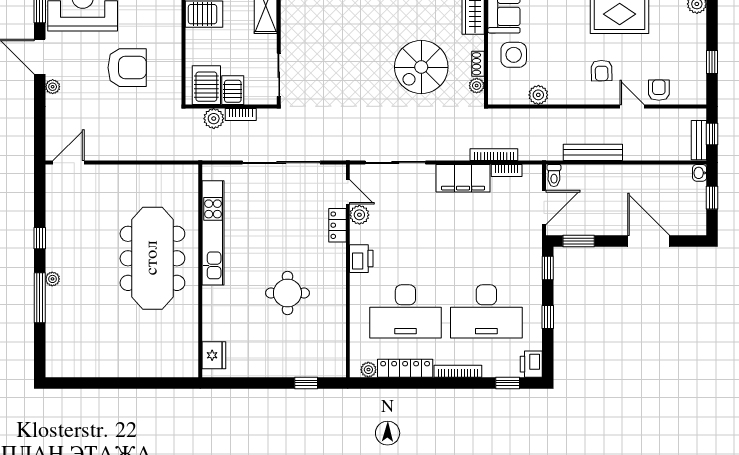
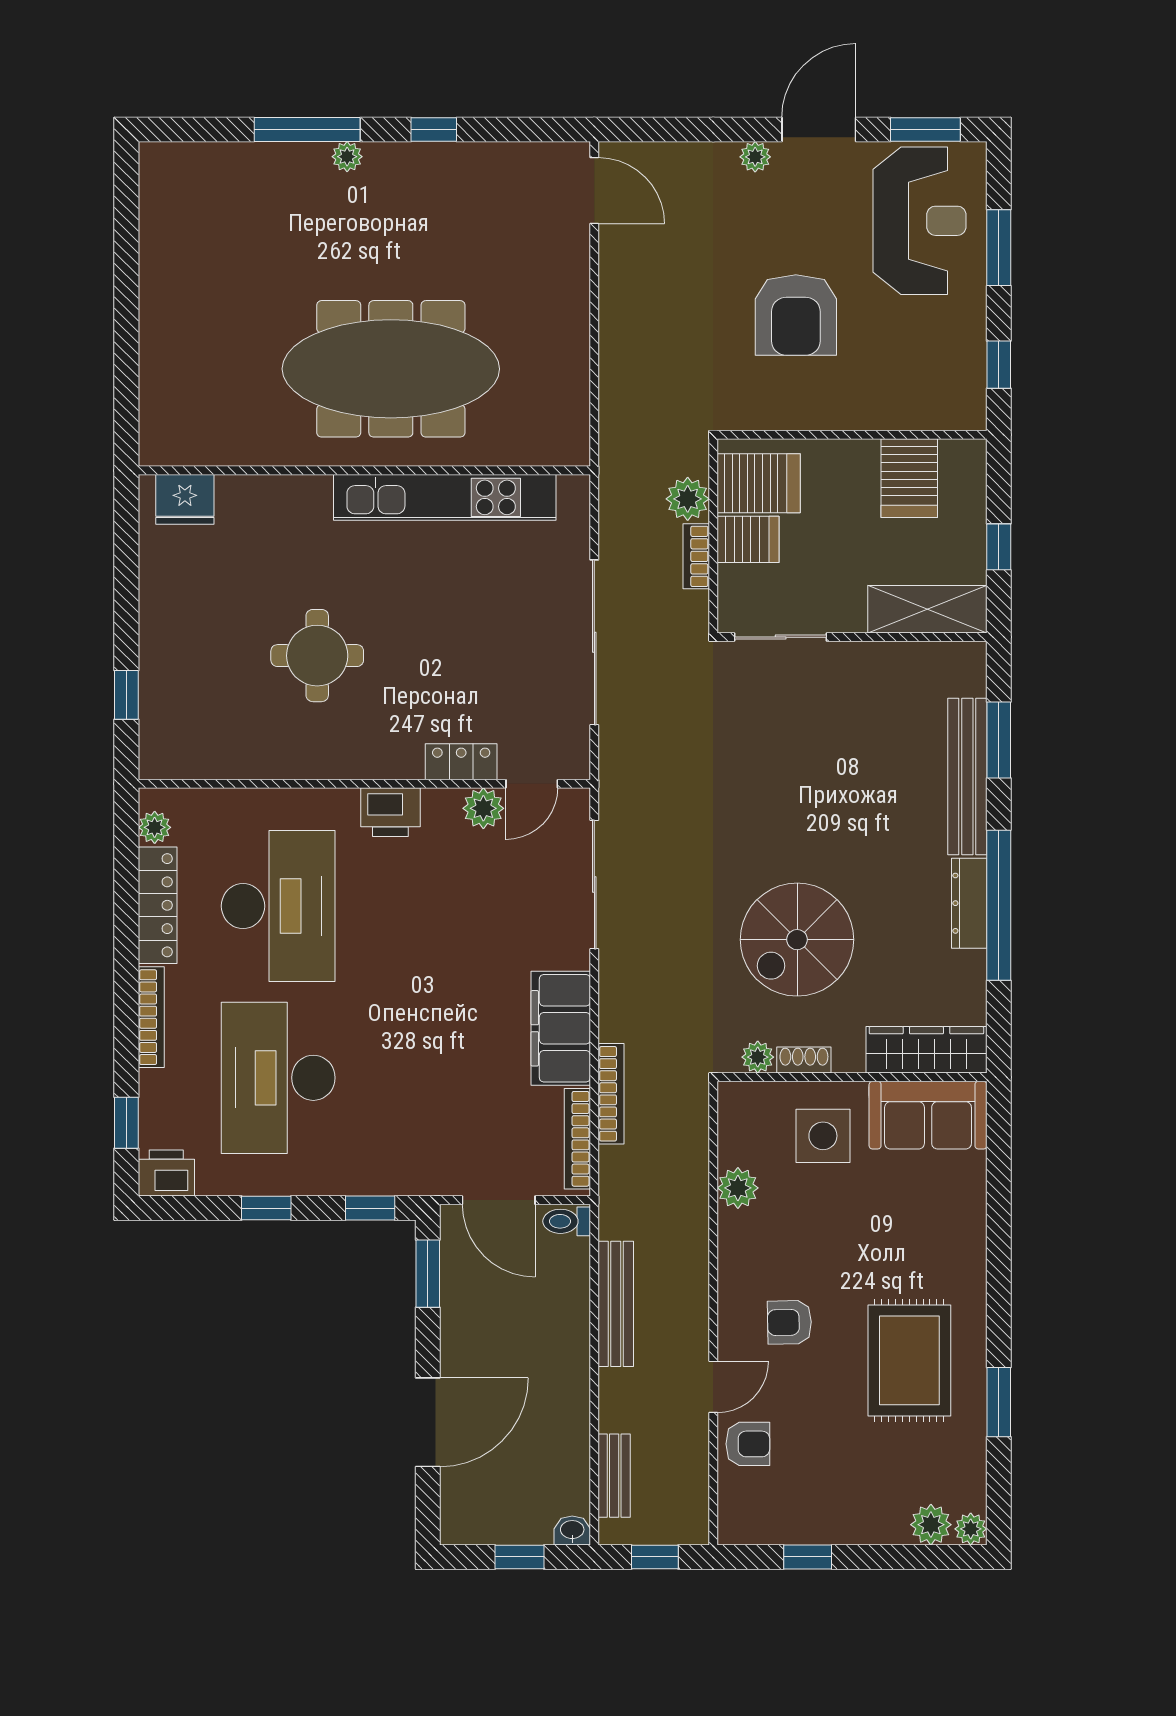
spiral stairs: (421, 67) -> (797, 940), turned -90
bench: (699, 140) -> (614, 1476), moved, turned 90
bookcase: (507, 170) -> (577, 1139), width x1.56
desk: (405, 311) -> (278, 906), turned 180

